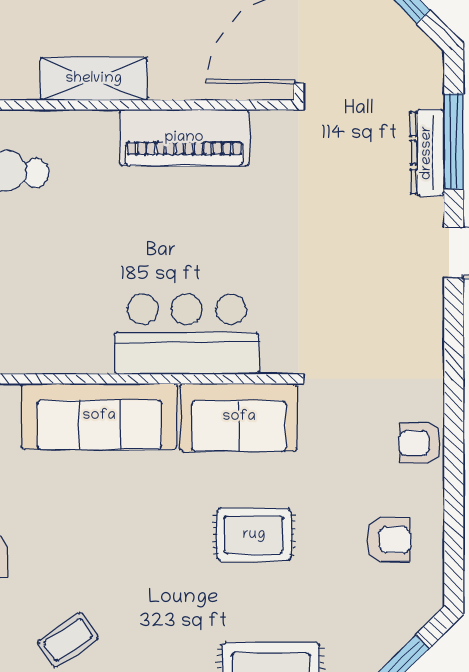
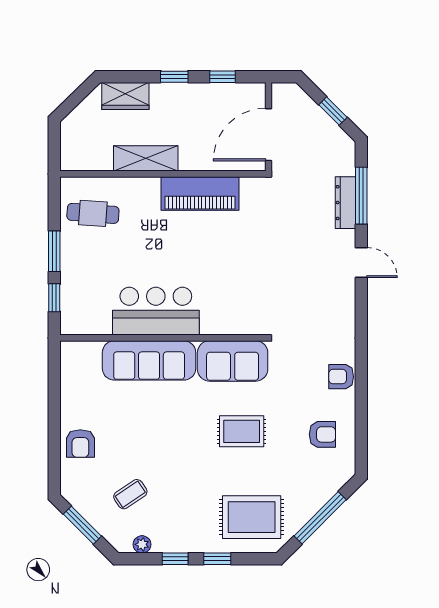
bar counter: (187, 334) -> (156, 311), moved

